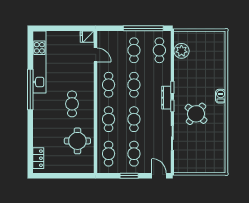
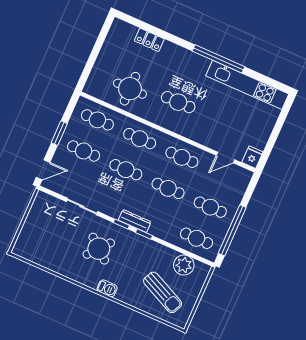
sun lounger: (207, 57) -> (163, 292), added
locker: (38, 158) -> (149, 40), moved

